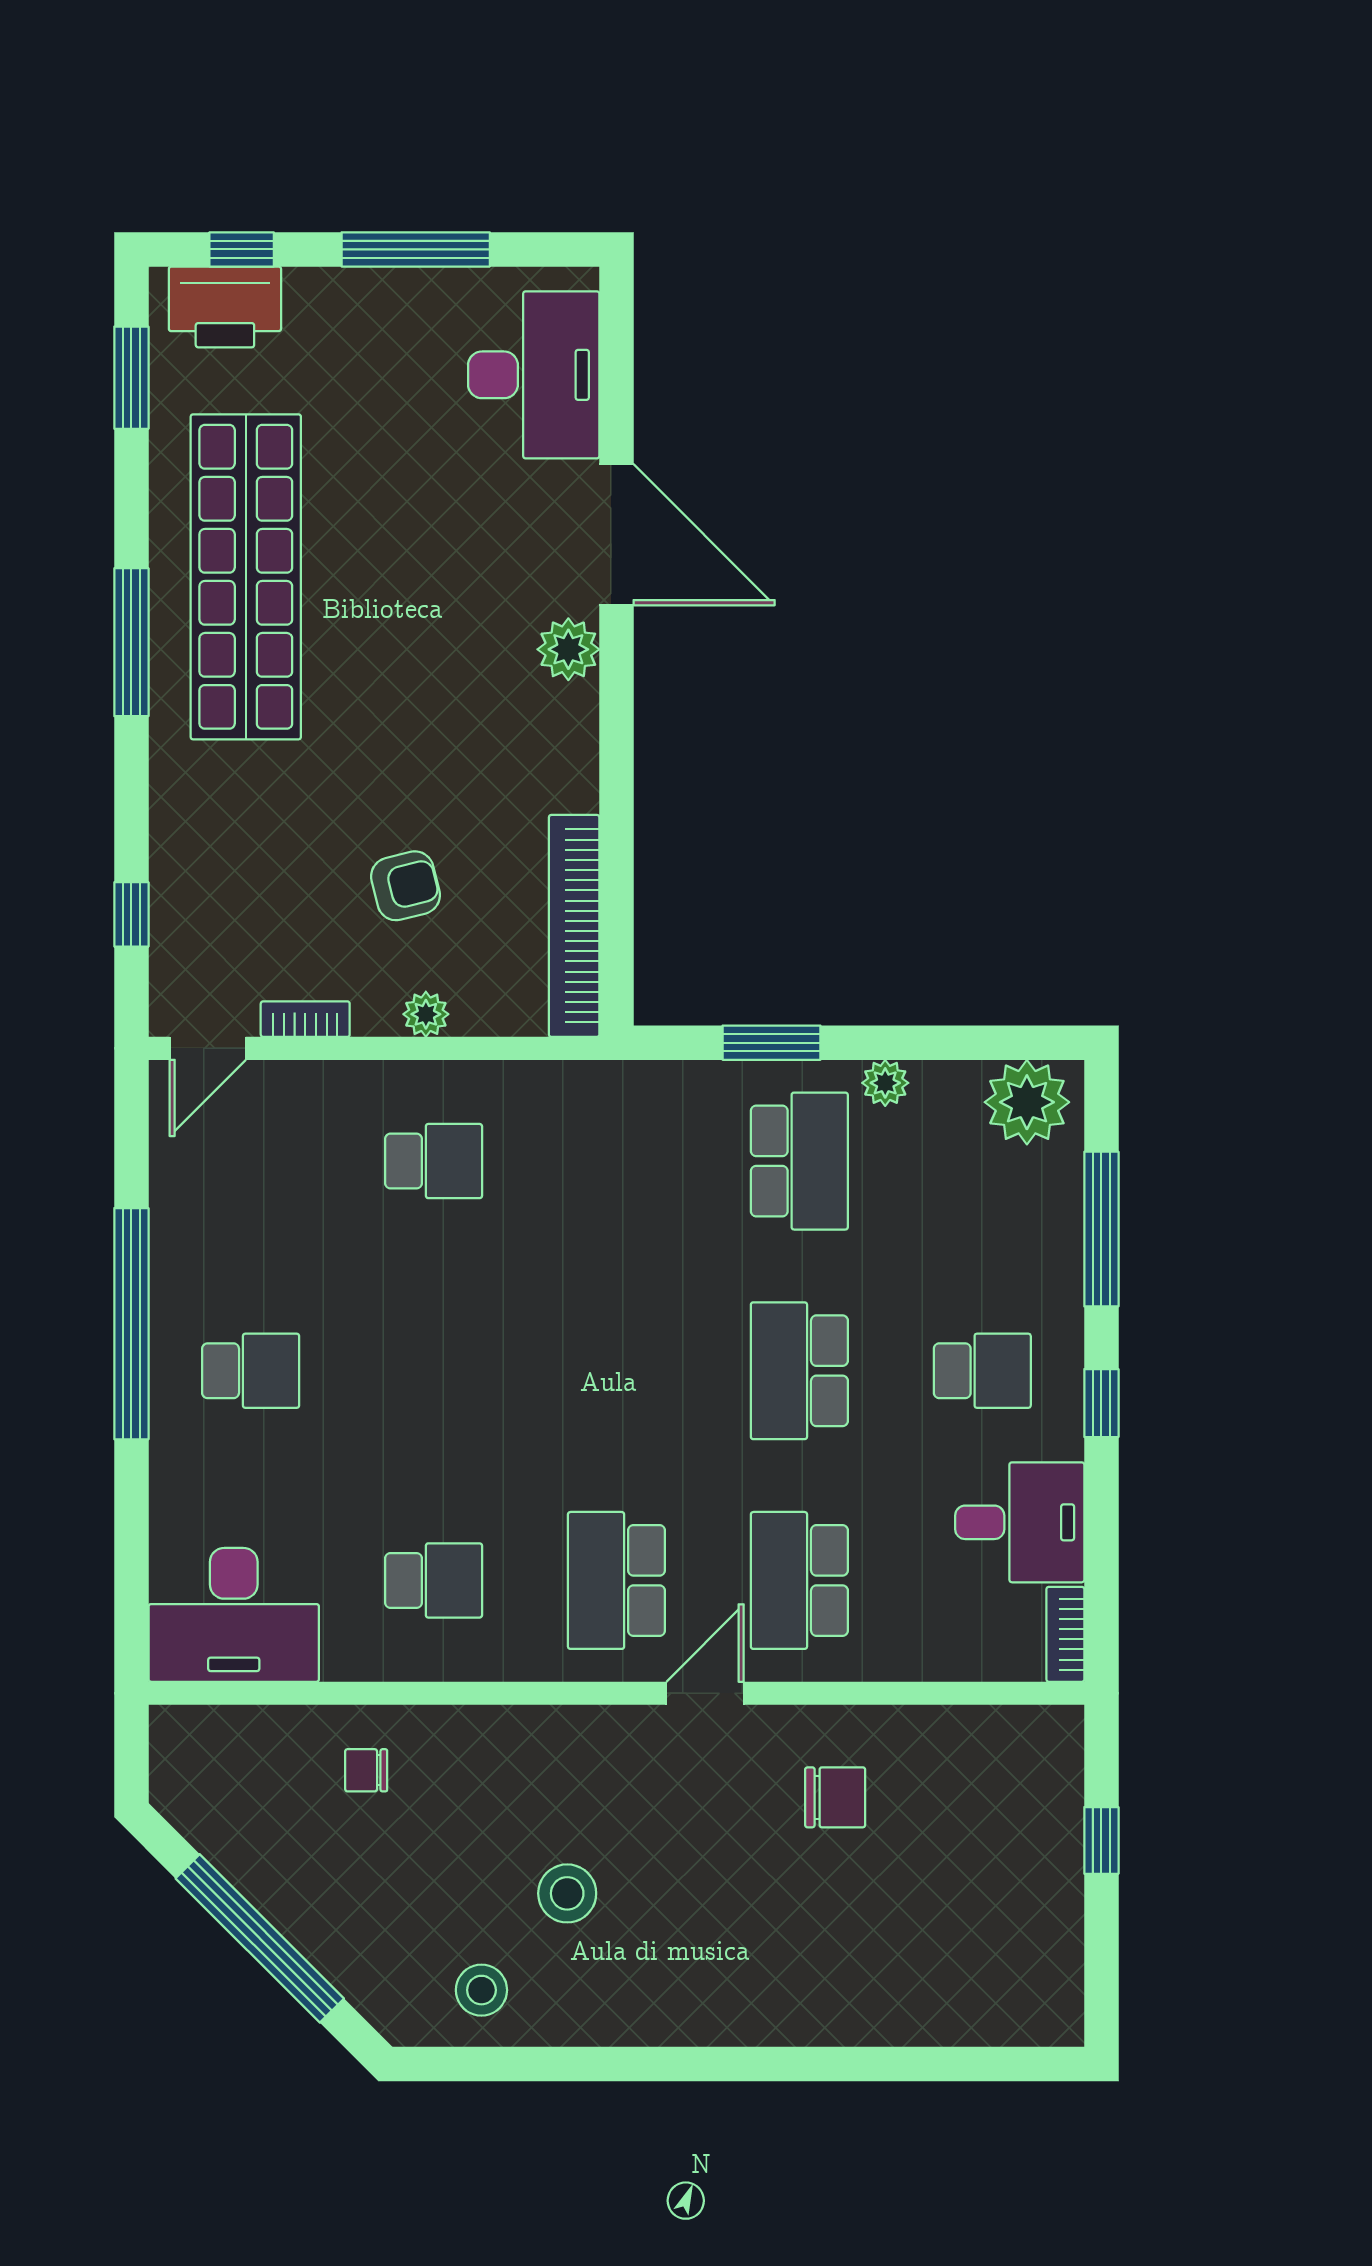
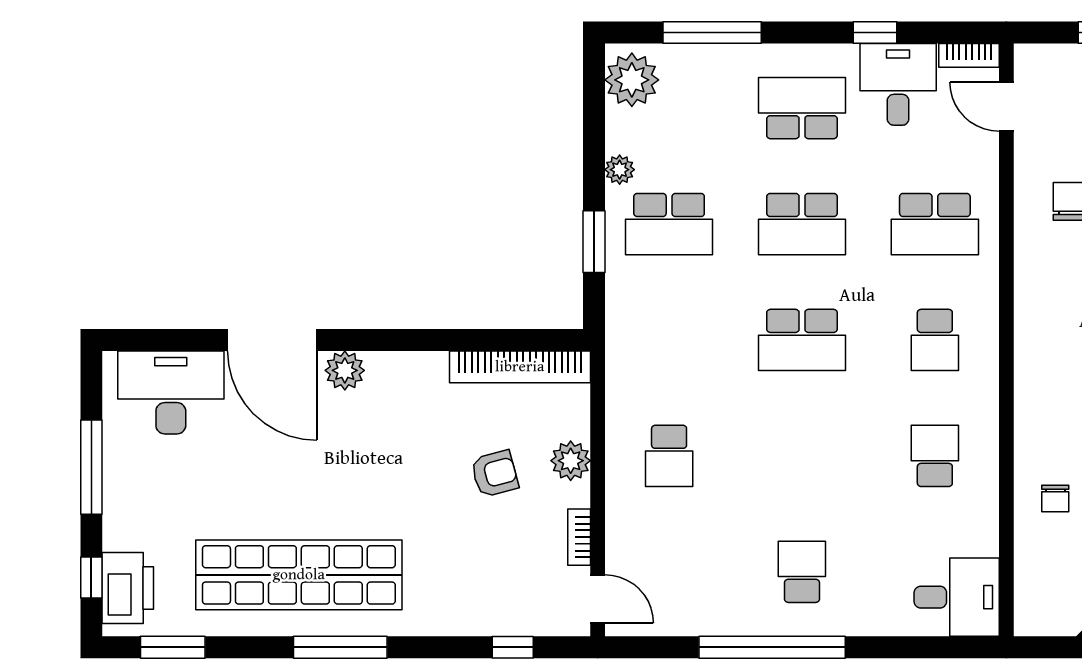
door: (616, 535) -> (272, 340), swing flipped
armchair: (406, 886) -> (495, 474), turned 89
plant: (426, 1014) -> (571, 461), width x1.38, depth x1.38
school desk: (434, 1161) -> (669, 456), turned 180
school desk: (799, 1161) -> (669, 224), turned 180
school desk: (616, 1371) -> (802, 340), added
school desk: (982, 1371) -> (802, 108), width x1.85
window: (1101, 1403) -> (875, 33), moved
school desk: (616, 1580) -> (935, 340), width x0.54
desk: (234, 1615) -> (957, 597), width x0.73
door: (705, 1693) -> (1006, 107), moved

